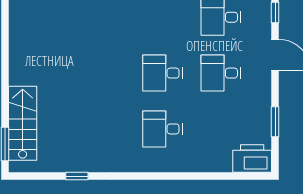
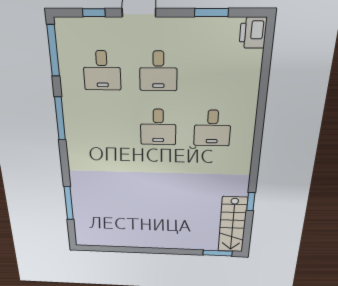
stairs: (23, 123) -> (233, 225), moved, turned -90
printer: (252, 159) -> (253, 33), width x0.73, depth x0.84

